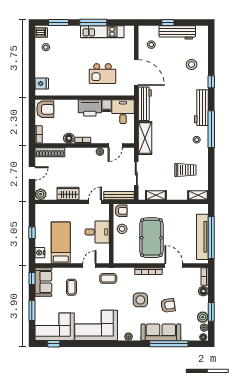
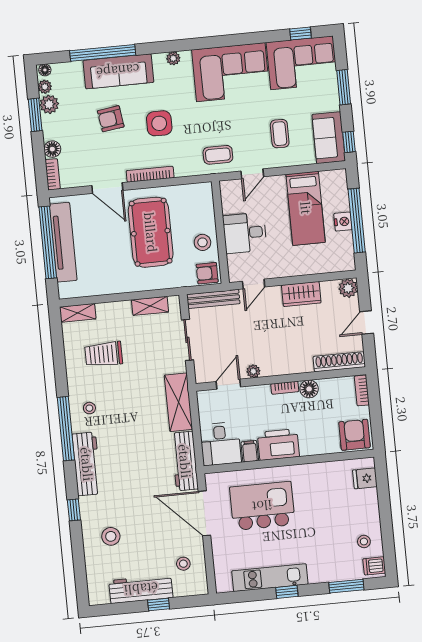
window: (93, 22) -> (287, 592), width x0.46
kitchen island: (102, 74) -> (262, 506), width x1.37, depth x1.28
armchair: (45, 109) -> (354, 435), turned 90
window: (32, 233) -> (357, 221), width x3.17
nightstand: (40, 253) -> (343, 222), moved

